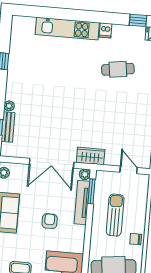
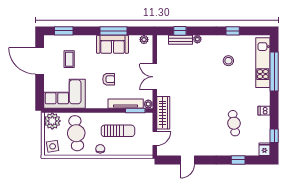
window: (58, 13) -> (274, 72), added
kitchen unit: (67, 29) -> (263, 63), moved
stool: (39, 70) -> (228, 61), added
wardrobe: (91, 156) -> (163, 113), width x1.50
double door: (52, 163) -> (155, 77), width x0.73

